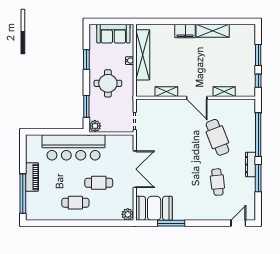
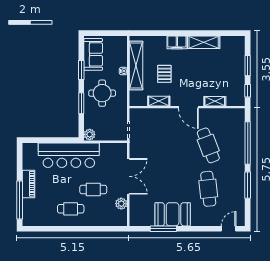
sofa: (113, 34) -> (93, 54), moved, turned -90
pallet: (172, 63) -> (164, 74), added
window: (86, 106) -> (81, 103), moved
dresser: (250, 165) -> (240, 172), removed
cafe table: (217, 182) -> (208, 189), width x1.37, depth x1.35
booth: (154, 208) -> (173, 214), moved
plant: (128, 214) -> (121, 204), moved

